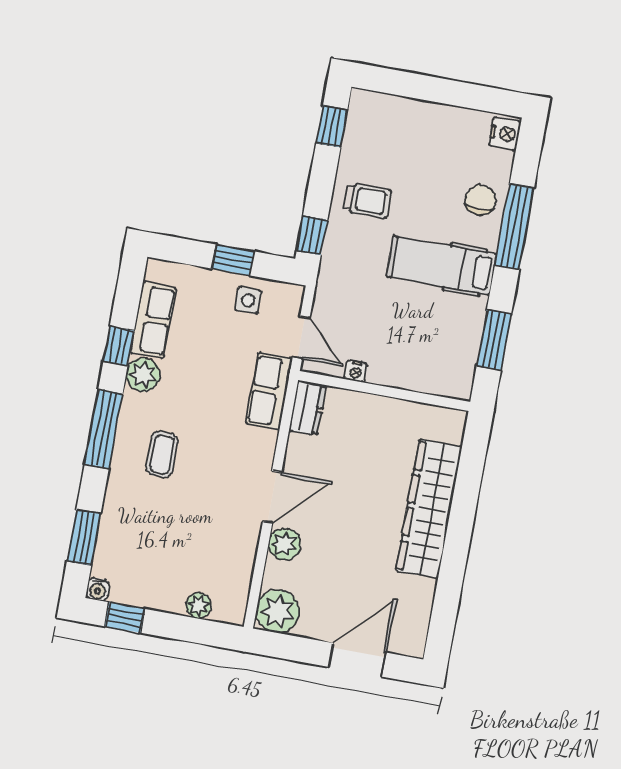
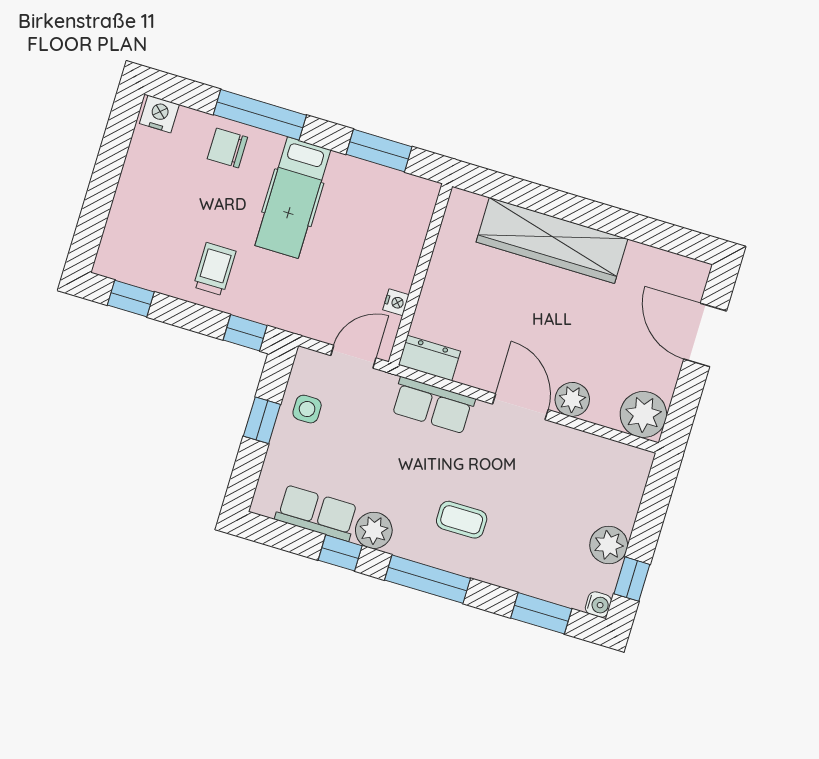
row of seats: (269, 391) -> (433, 405), moved
plant: (199, 606) -> (609, 545), moved, width x1.38, depth x1.38

